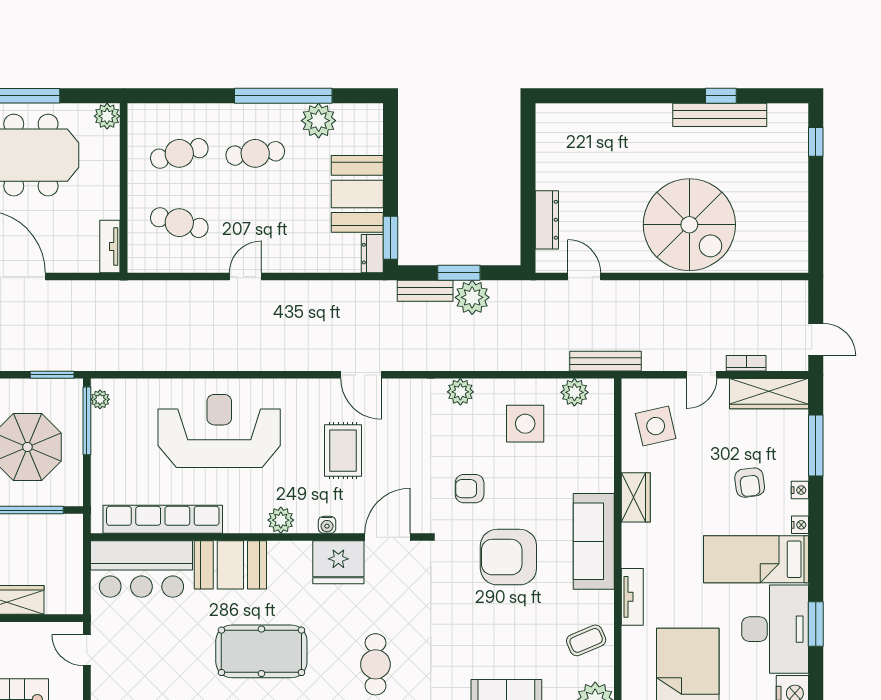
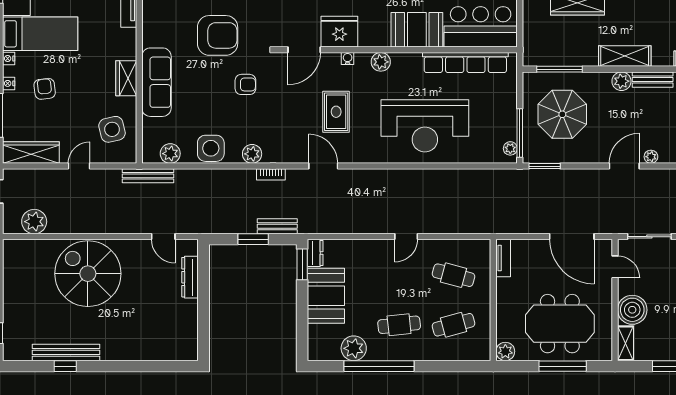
plant: (472, 297) -> (34, 222), moved
bookcase: (746, 363) -> (271, 174), moved
side table: (525, 424) -> (211, 148), moved
sofa: (594, 541) -> (156, 82), moved

